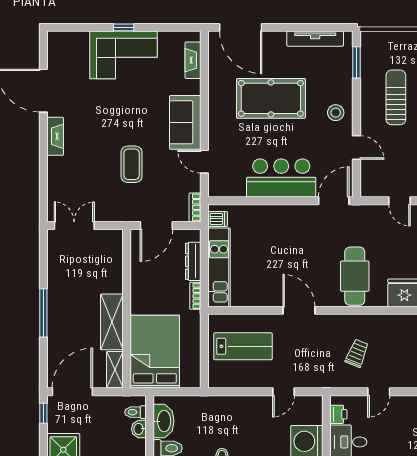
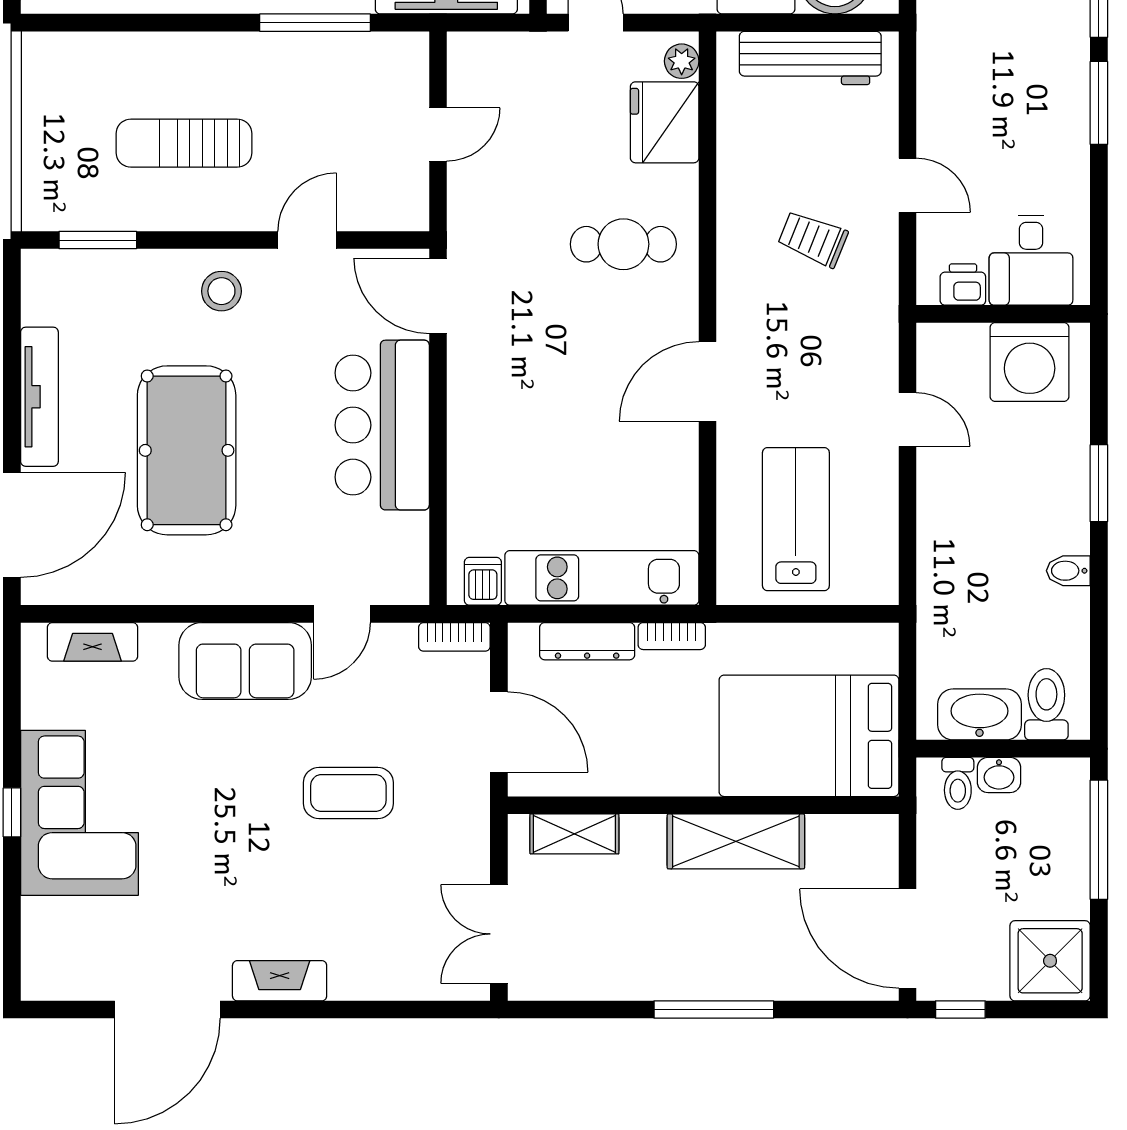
tv unit: (315, 39) -> (39, 397), moved
cafe table: (355, 276) -> (623, 244), width x0.73, depth x0.74
shelving: (115, 369) -> (574, 834), moved

